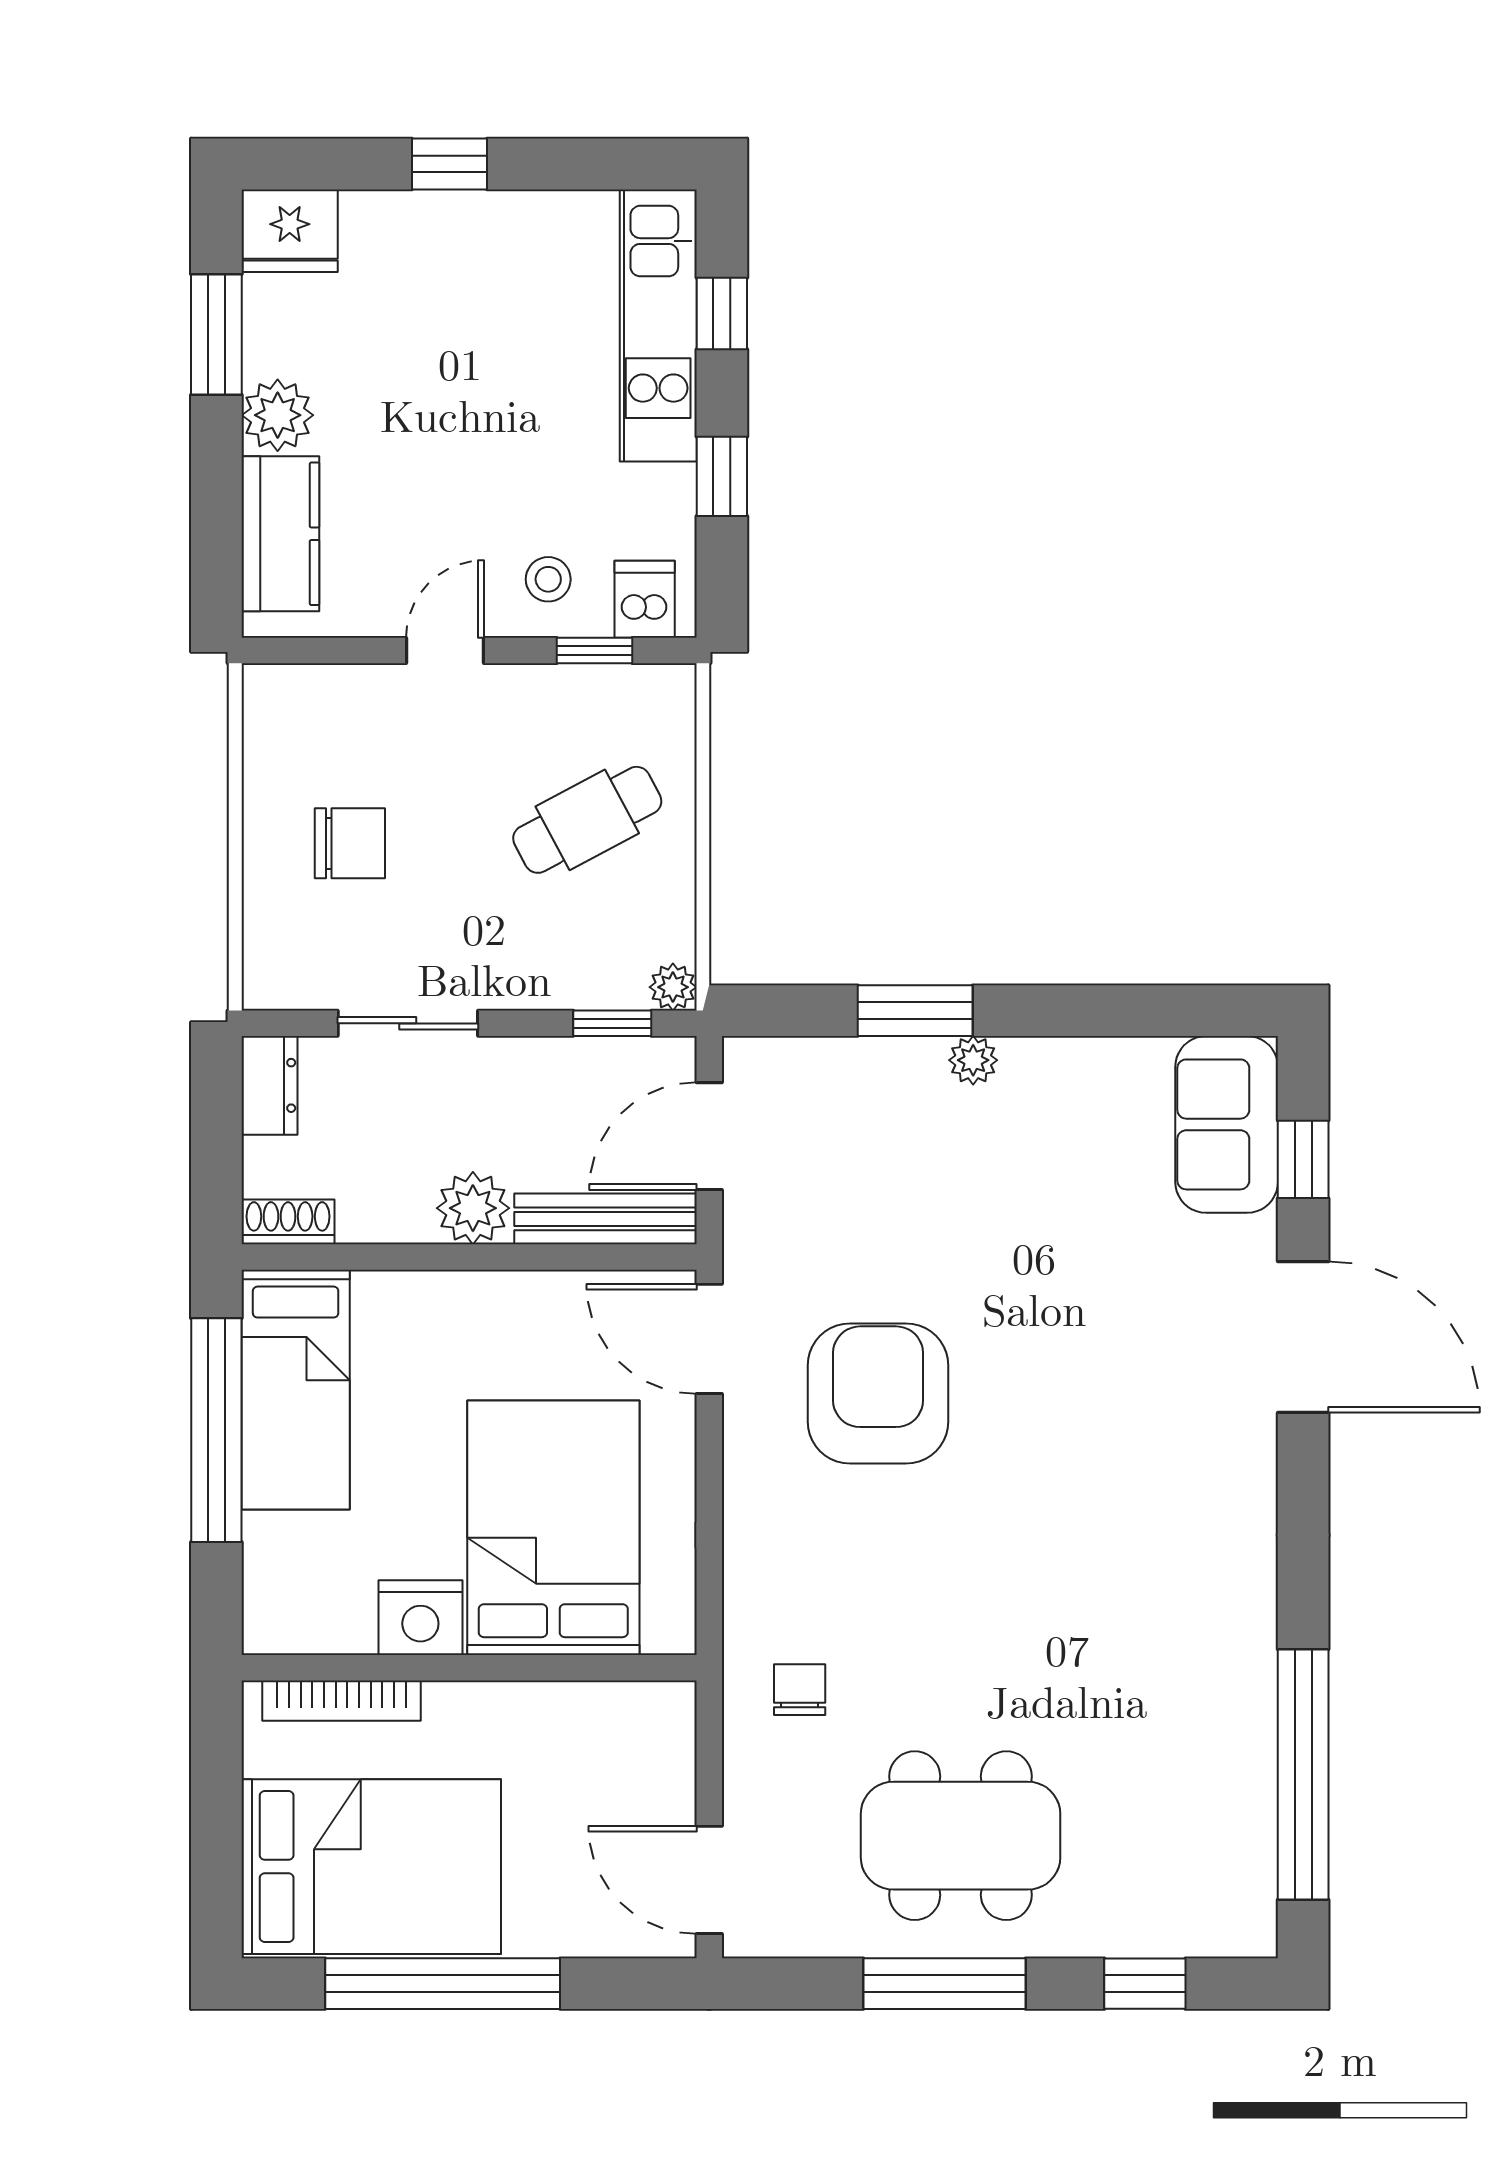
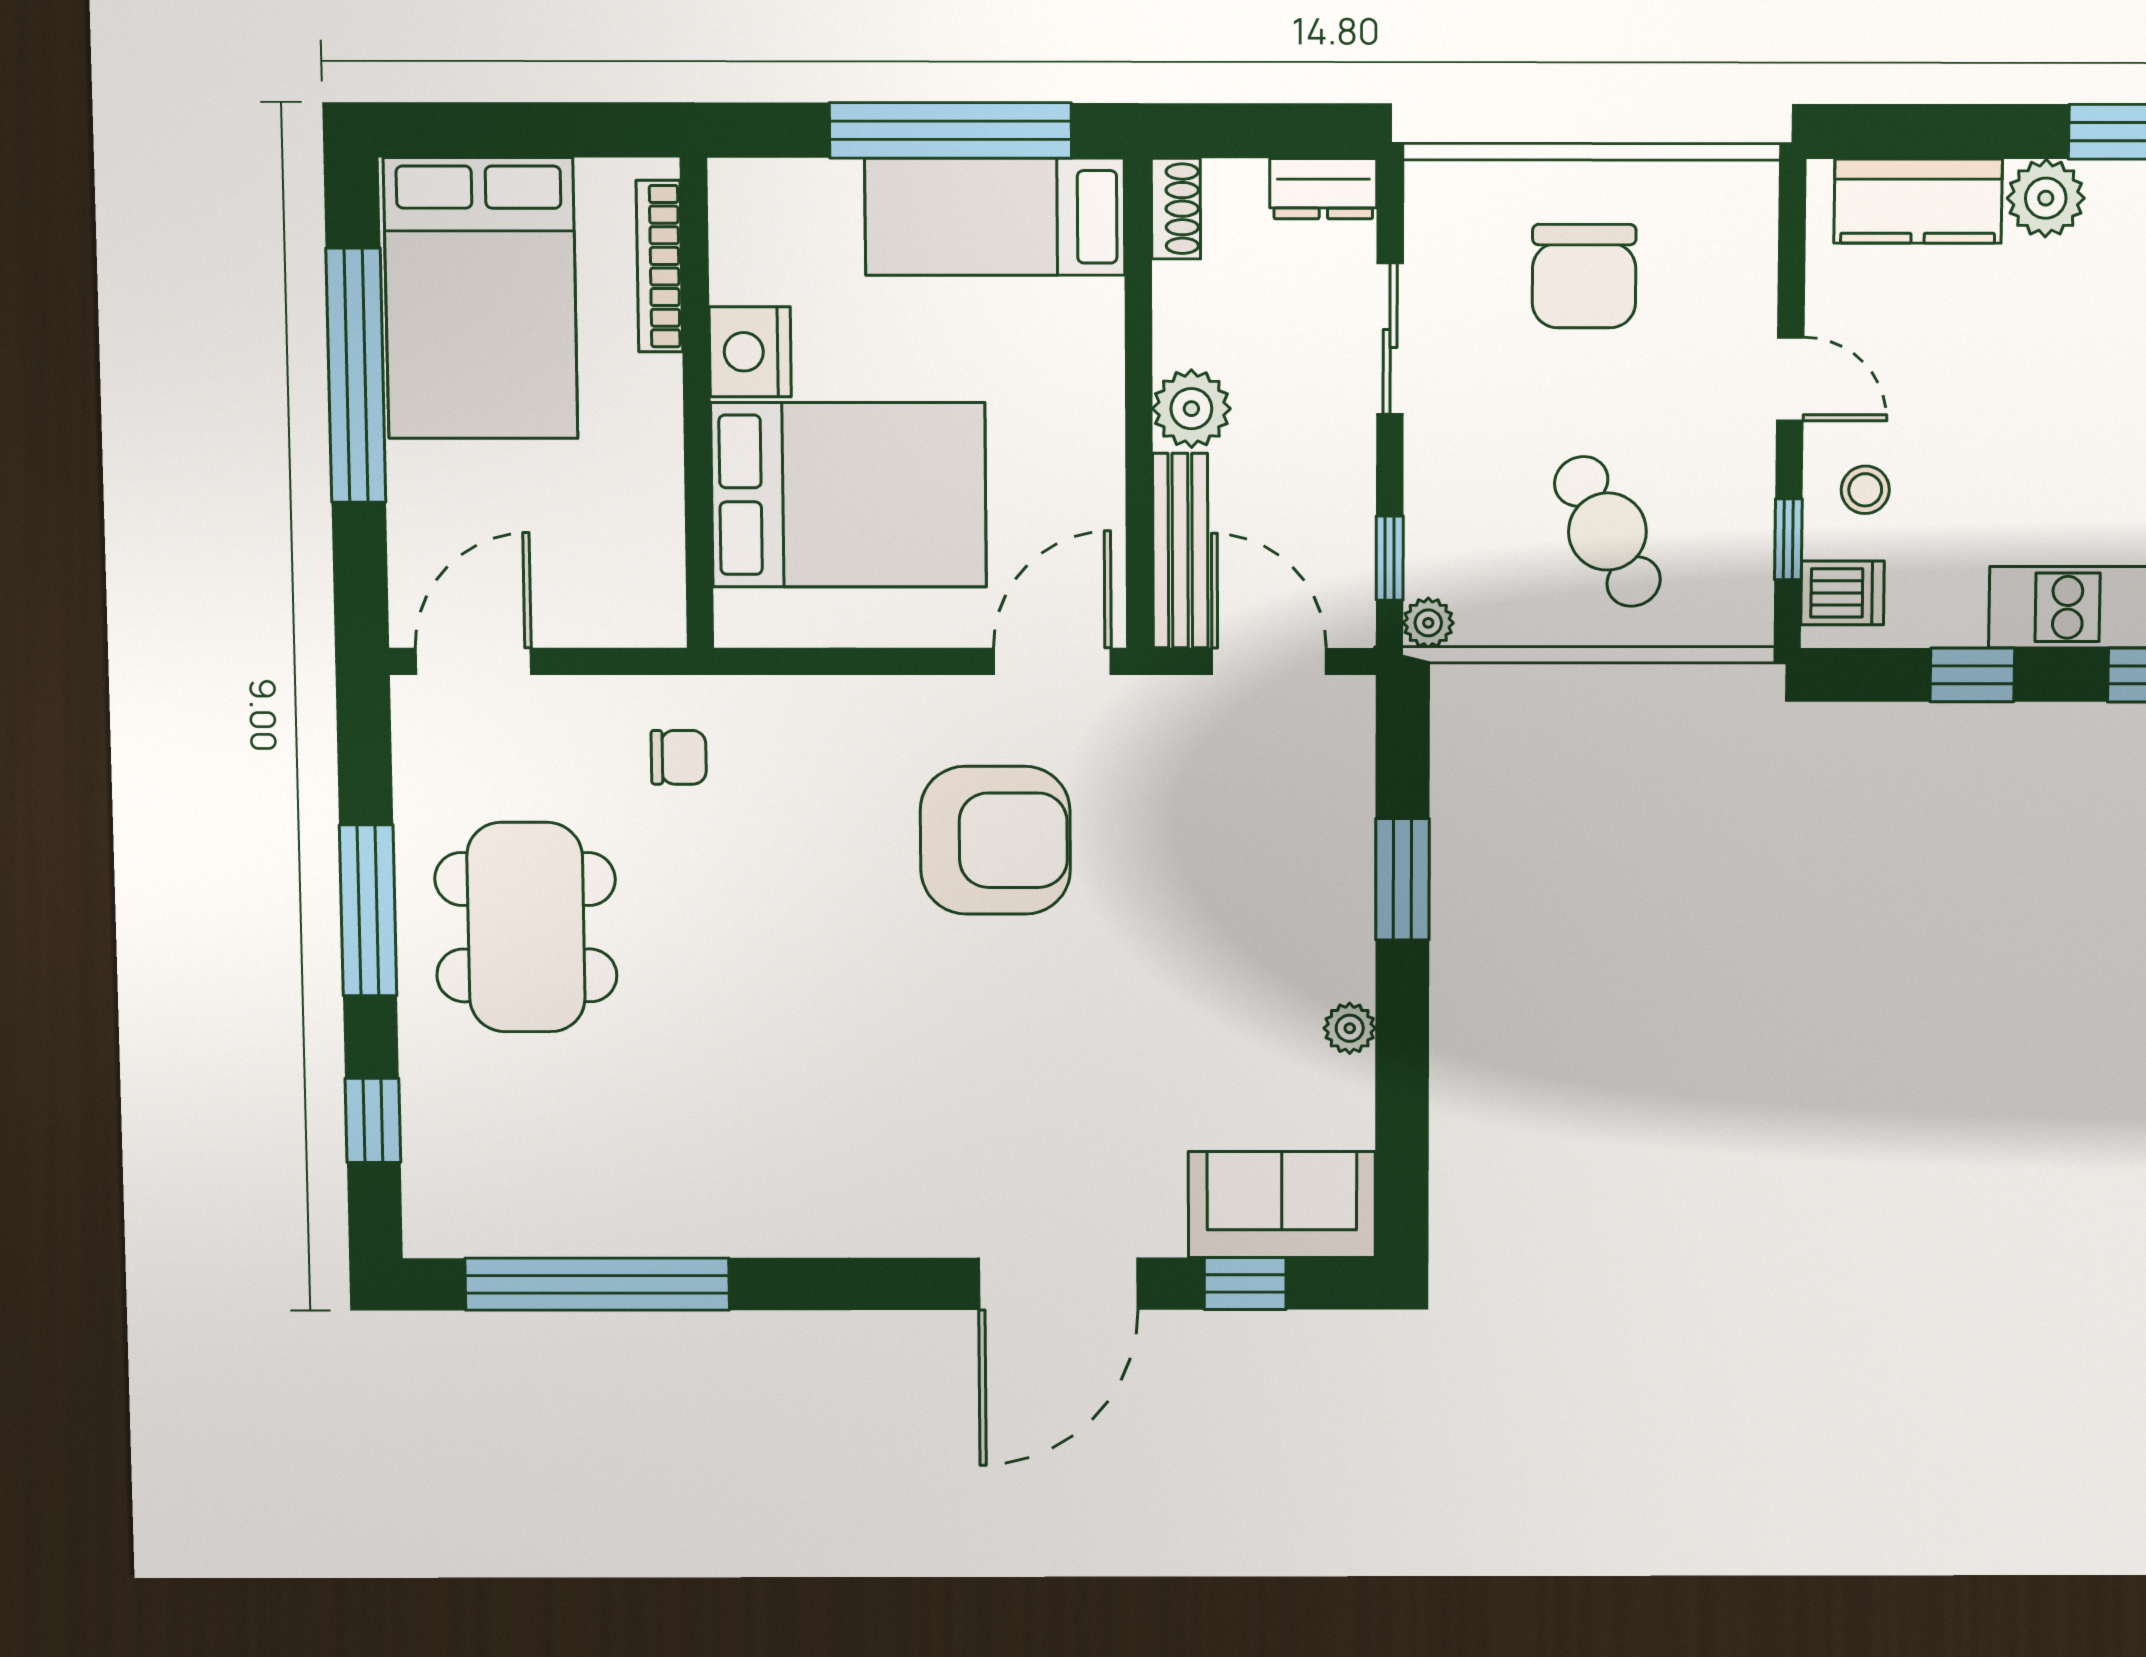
chair: (350, 843) -> (1584, 276), width x1.37, depth x1.37
plant: (973, 1060) -> (1350, 1028), moved

